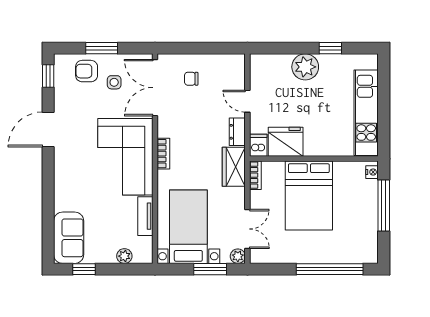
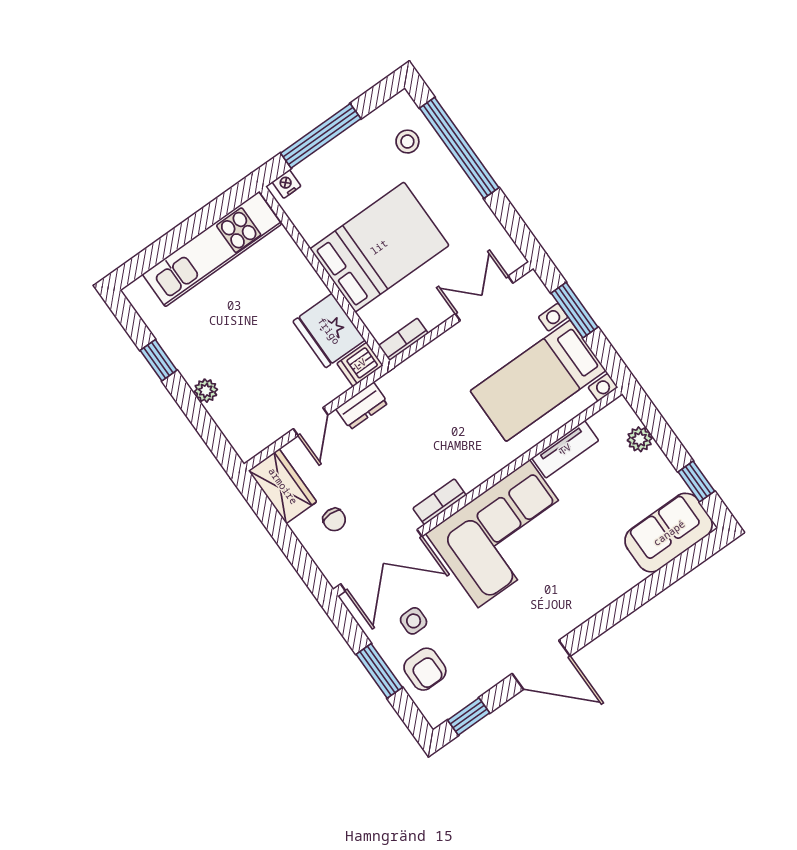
plant: (305, 67) -> (206, 391), width x0.53, depth x0.53
bookcase: (163, 154) -> (439, 502), moved
wardrobe: (234, 167) -> (283, 486), moved, turned -90
stool: (351, 246) -> (407, 142), added
plant: (238, 256) -> (530, 285), removed

